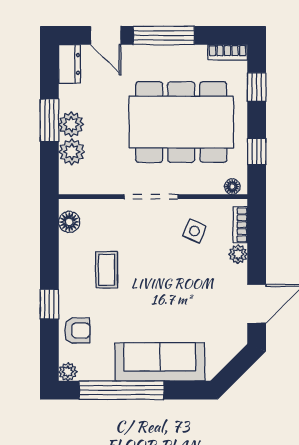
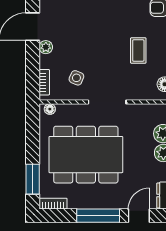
door: (106, 35) -> (139, 216), hinge flipped
window: (257, 87) -> (33, 179), width x1.50
window: (257, 151) -> (33, 134), removed
plant: (238, 254) -> (46, 47), moved

